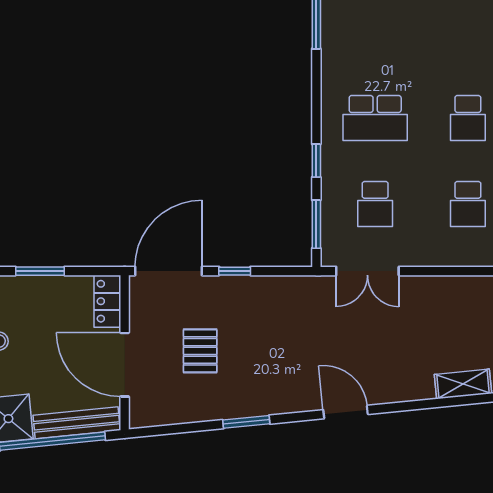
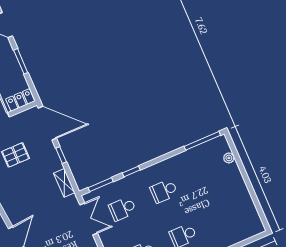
school desk: (375, 118) -> (164, 191), width x0.54
double door: (367, 271) -> (89, 219), swing flipped
shelving: (286, 286) -> (64, 183), added

